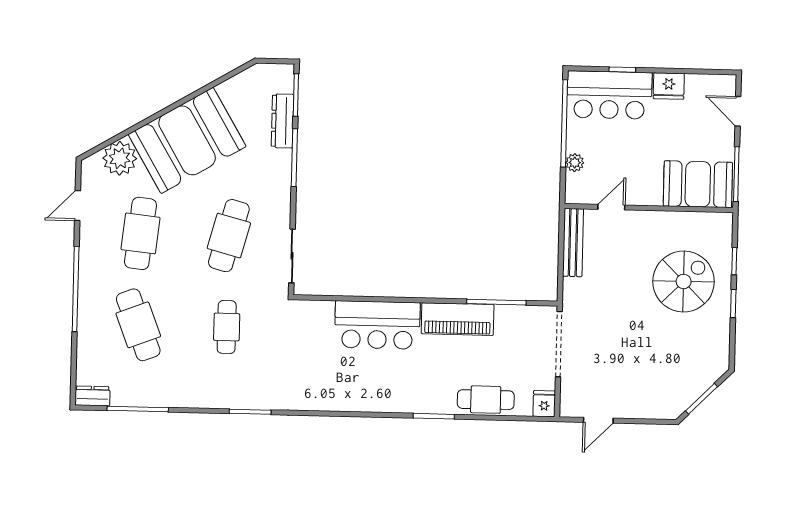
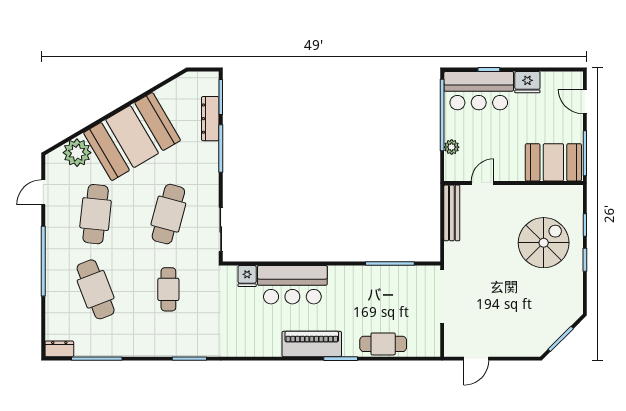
piano: (458, 319) -> (312, 344), moved, turned 180
fridge: (544, 404) -> (247, 276), moved, turned 180

